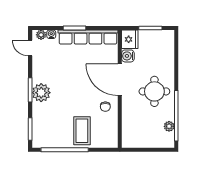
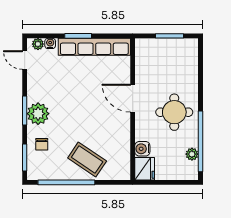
fridge: (130, 39) -> (145, 169), moved
water cooler: (128, 56) -> (142, 149), moved
door: (120, 80) -> (133, 98), width x0.73
chair: (105, 107) -> (42, 144), moved
coffee table: (82, 131) -> (87, 160), turned -56

